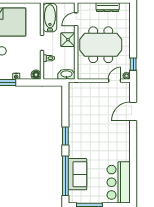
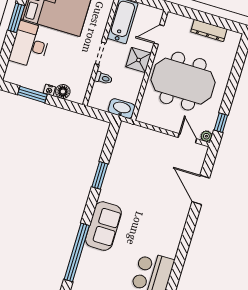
floor lamp: (36, 75) -> (63, 92), moved
door: (115, 81) -> (187, 138), hinge flipped
door: (133, 111) -> (201, 190), hinge flipped
window: (65, 136) -> (100, 175), moved
sofa: (77, 174) -> (103, 226), moved

